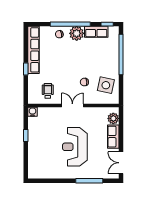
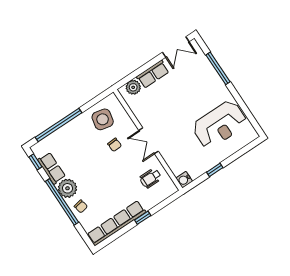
reception desk: (75, 147) -> (220, 125), moved

